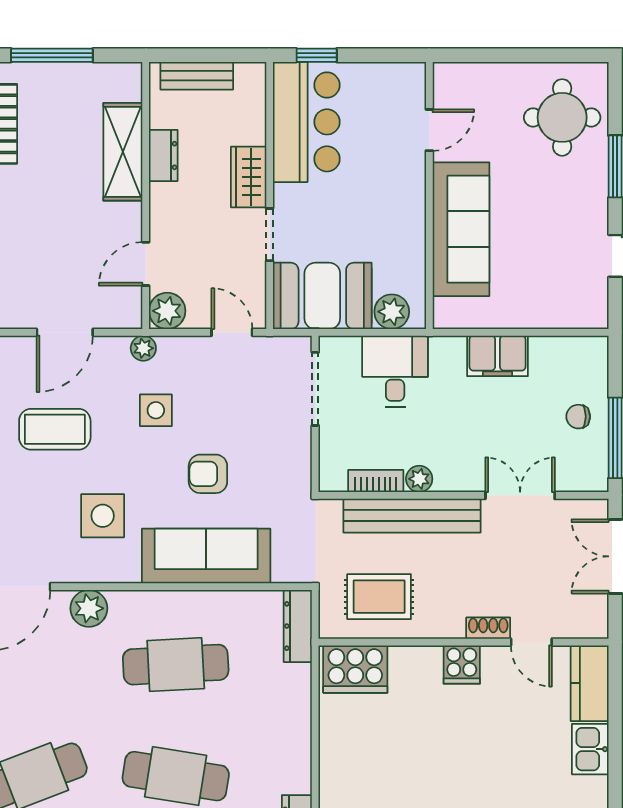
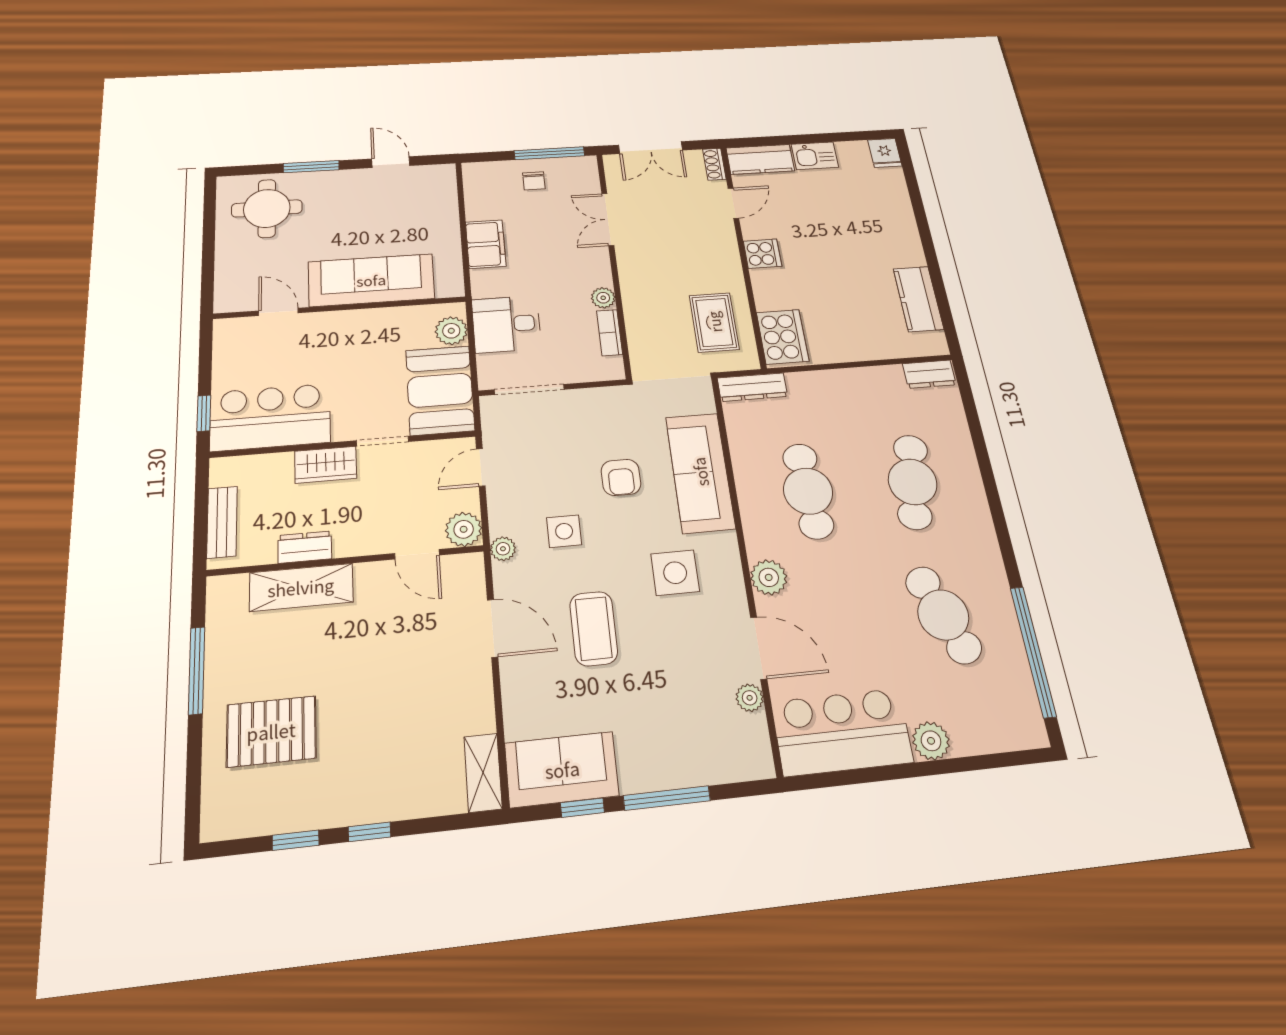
bench: (412, 516) -> (637, 301), removed
shoe rack: (488, 628) -> (714, 164), moved

